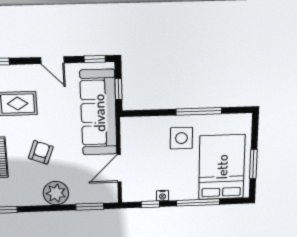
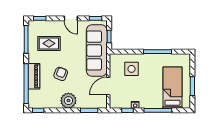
side table: (181, 138) -> (132, 69), moved
bed: (222, 167) -> (172, 88), width x0.67

